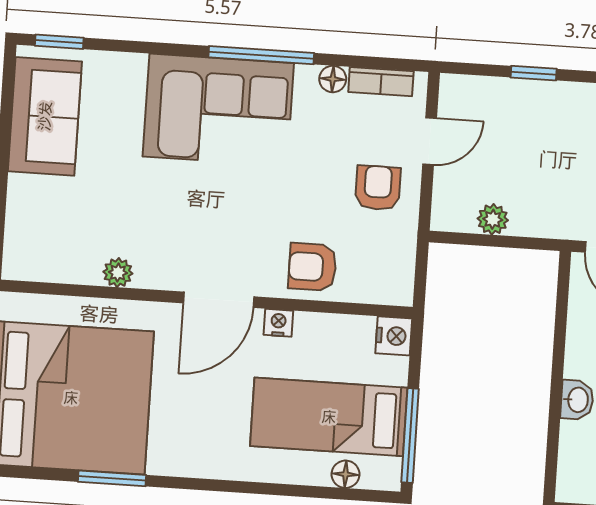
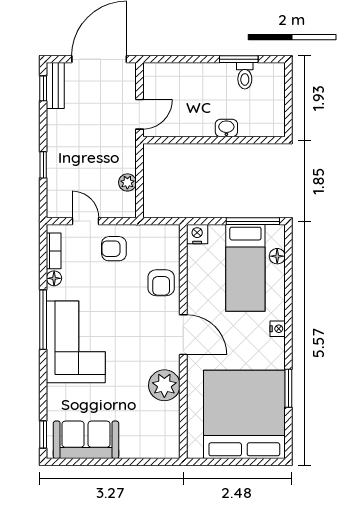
plant: (118, 273) -> (164, 385), width x1.88, depth x1.88
nightstand: (278, 323) -> (278, 329), moved, turned 180

